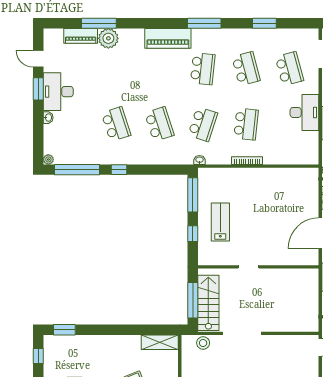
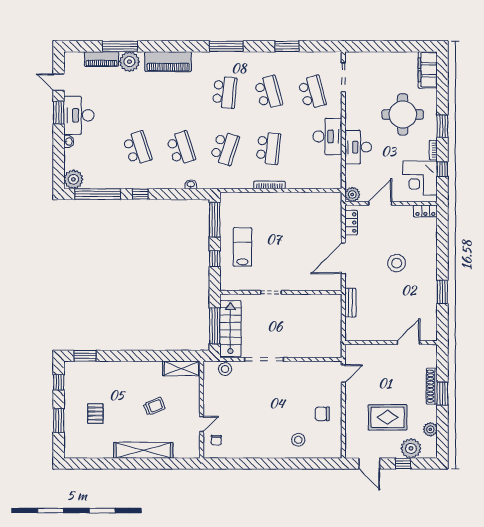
piano: (168, 38) -> (168, 62), moved
plant: (48, 159) -> (73, 179), width x1.88, depth x1.88
washbasin: (199, 160) -> (191, 184), moved

